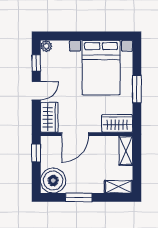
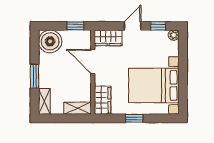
window: (137, 89) -> (134, 118), width x0.67
door: (36, 91) -> (133, 26), swing flipped
window: (79, 197) -> (35, 76), moved

